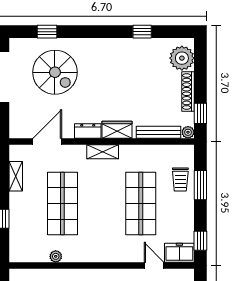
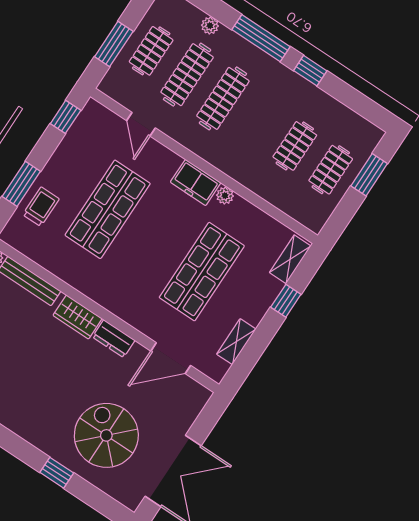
window: (47, 32) -> (57, 473), moved
shelving: (103, 152) -> (290, 259), moved, turned 90
freezer: (179, 253) -> (196, 182), moved
plant: (56, 256) -> (225, 196), moved

